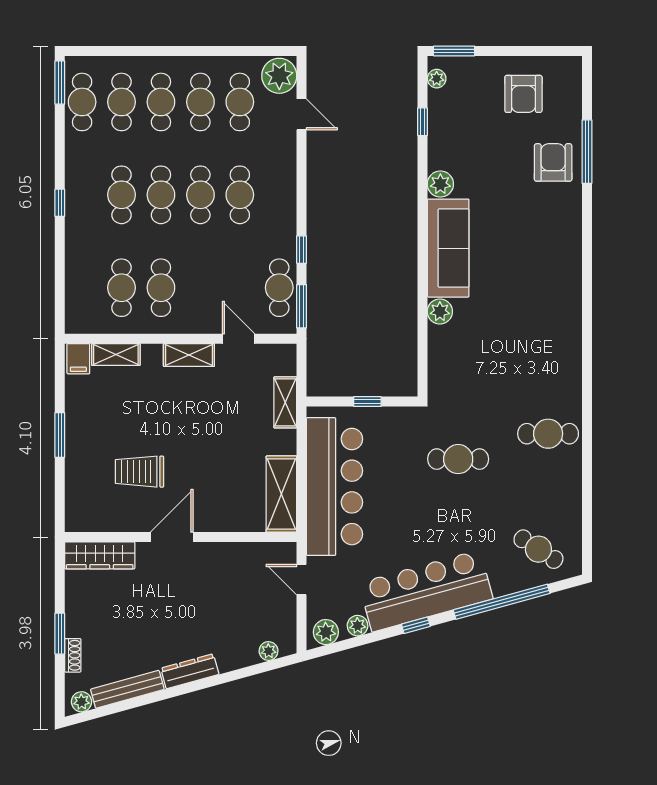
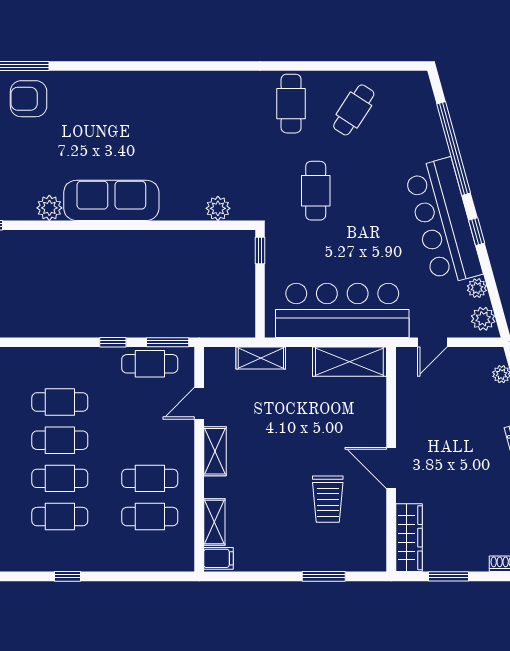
plant: (440, 311) -> (218, 208), moved
window: (367, 402) -> (260, 251), moved
window: (60, 435) -> (324, 576), moved
cafe table: (538, 549) -> (354, 110), moved
window: (60, 634) -> (449, 576), moved

